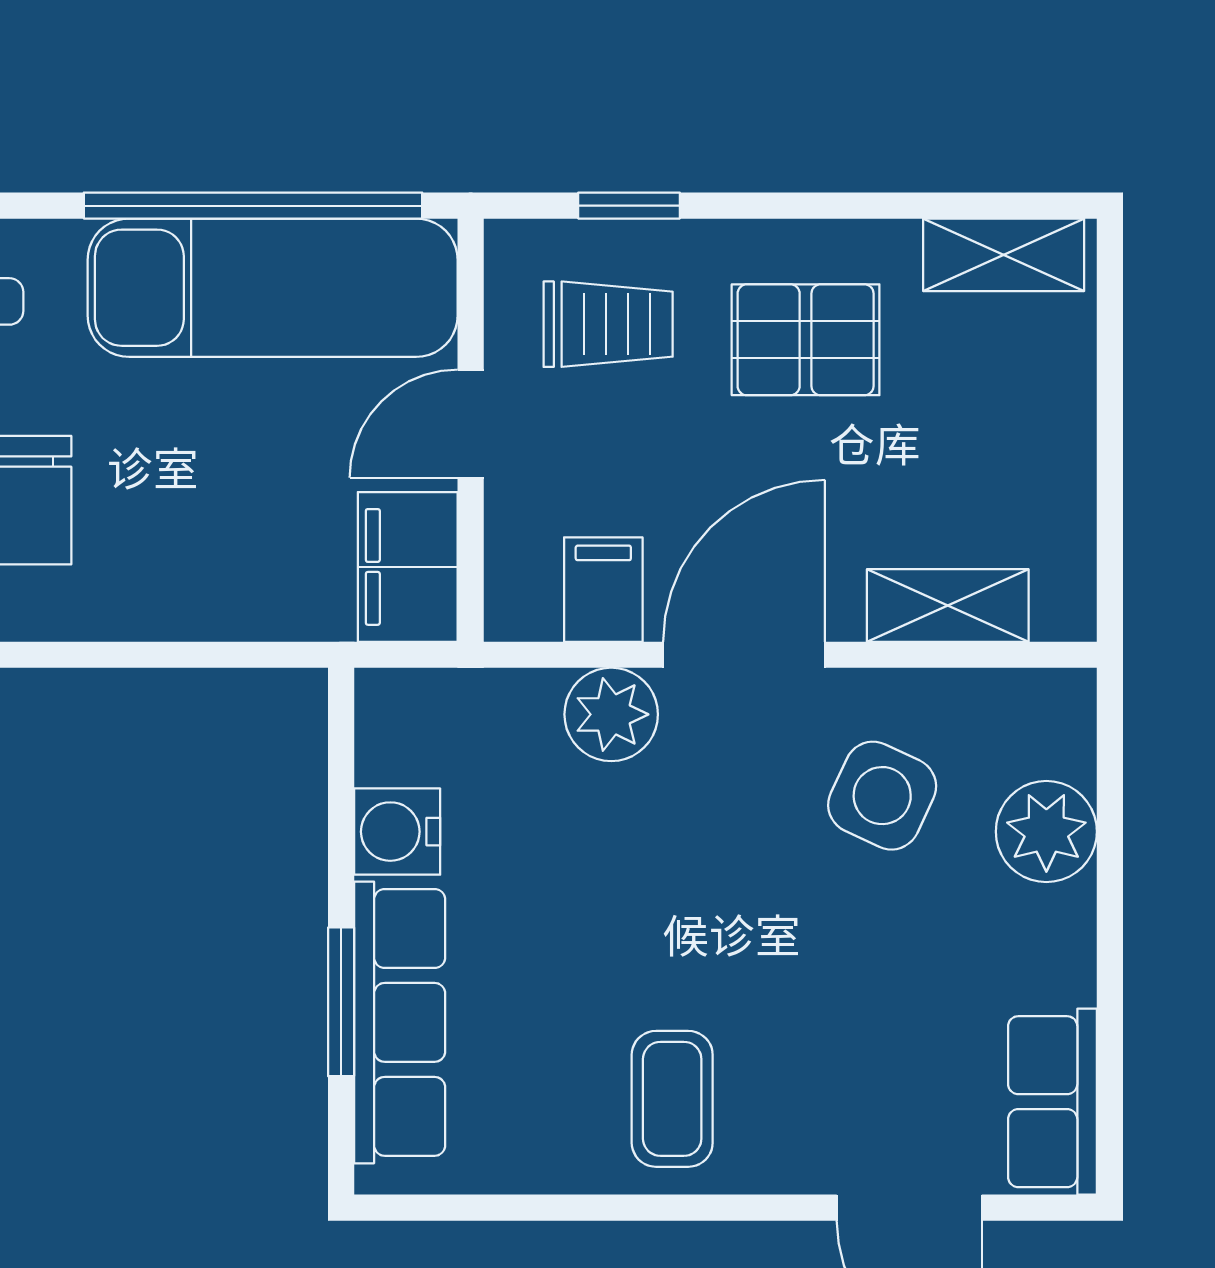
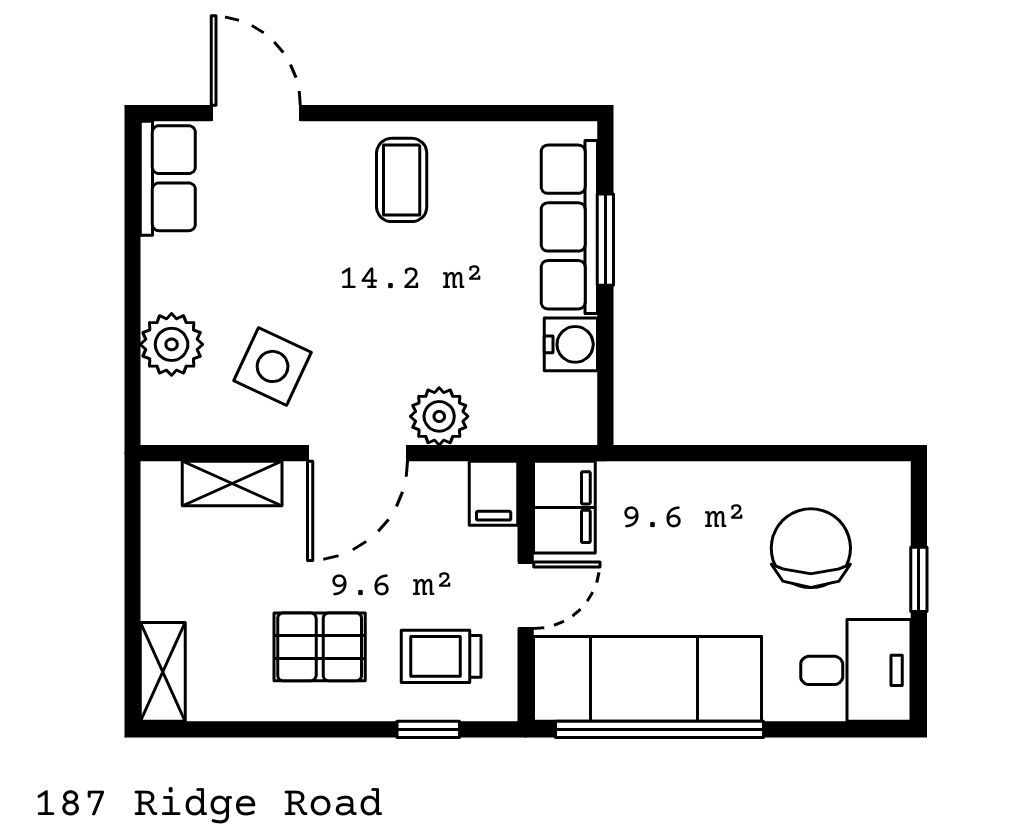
shelving: (1004, 255) -> (163, 672), moved, turned 90
filing cabinet: (603, 590) -> (494, 493), moved

